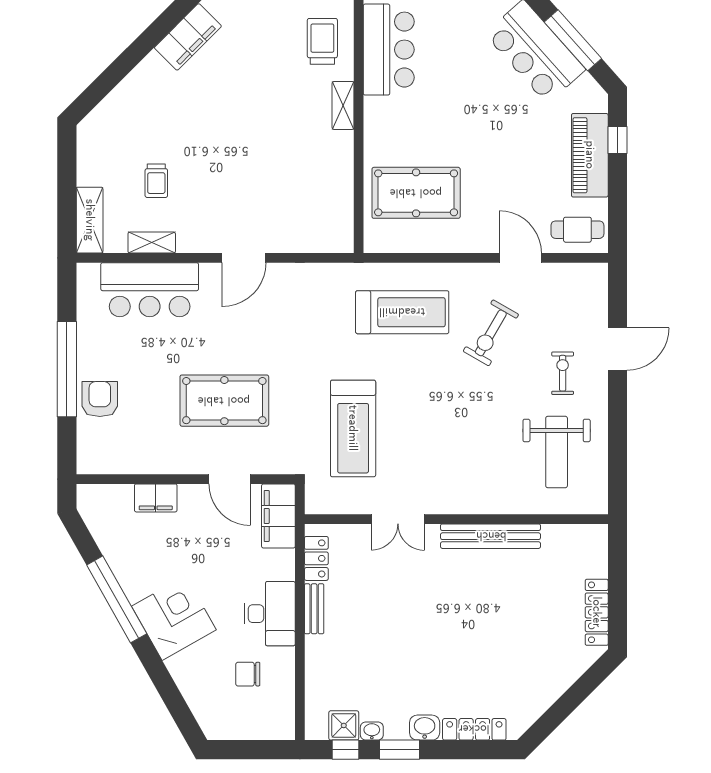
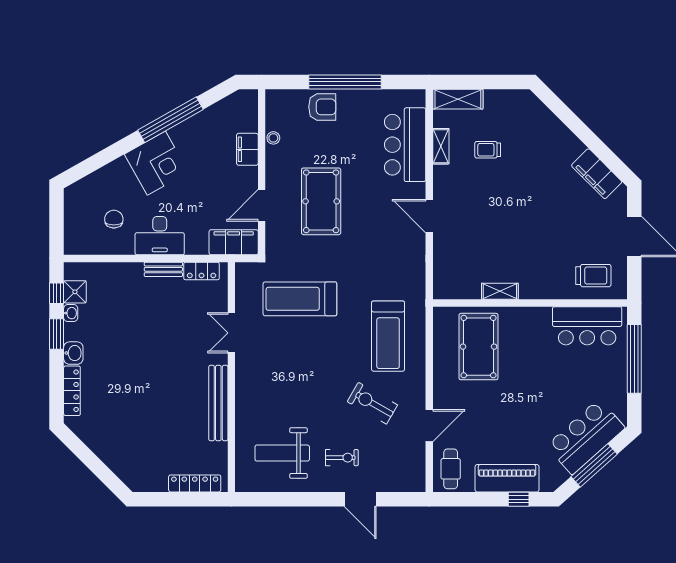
shelving: (343, 105) -> (500, 291), moved
stool: (141, 464) -> (273, 138), added
locker: (597, 612) -> (195, 483), moved

